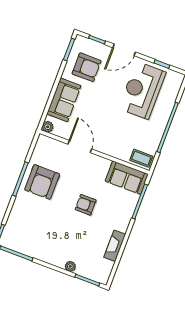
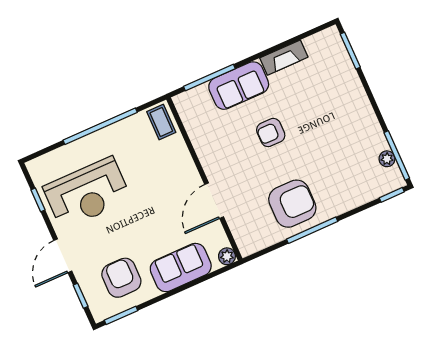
door: (124, 50) -> (63, 256), swing flipped
sofa: (127, 178) -> (239, 86), moved, turned 90
armchair: (86, 205) -> (271, 133), turned 90
plant: (70, 266) -> (387, 159), moved

